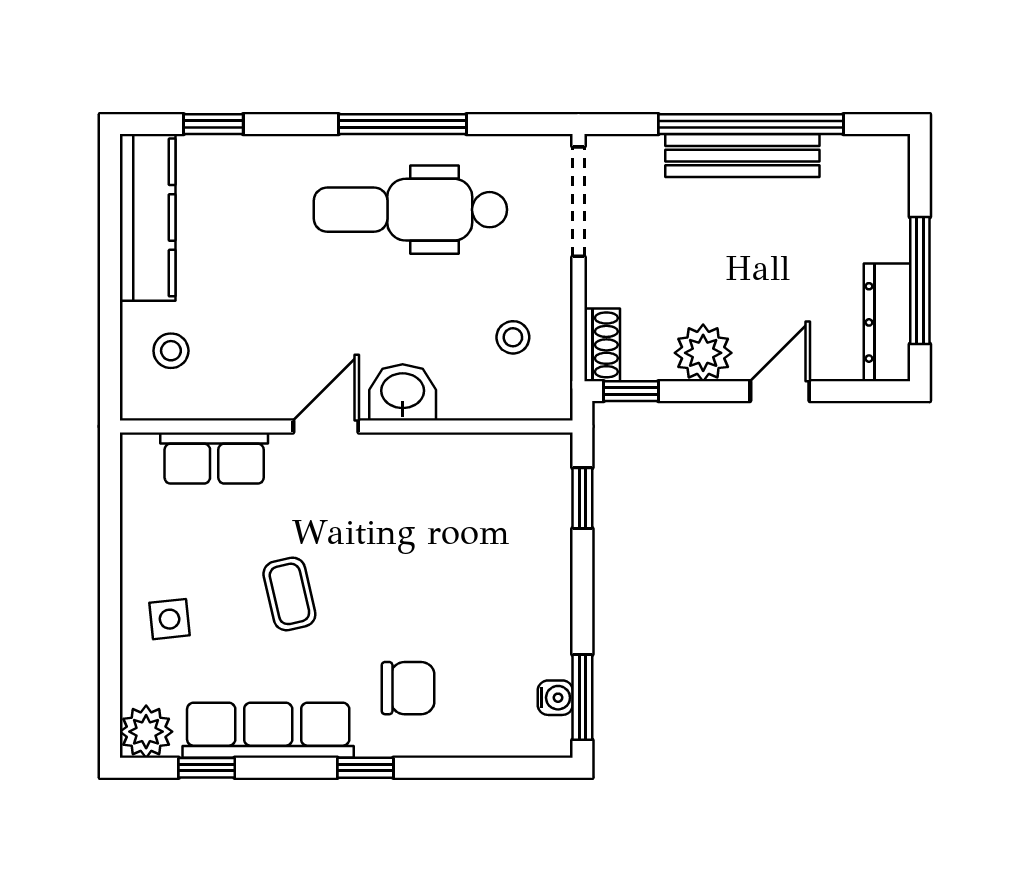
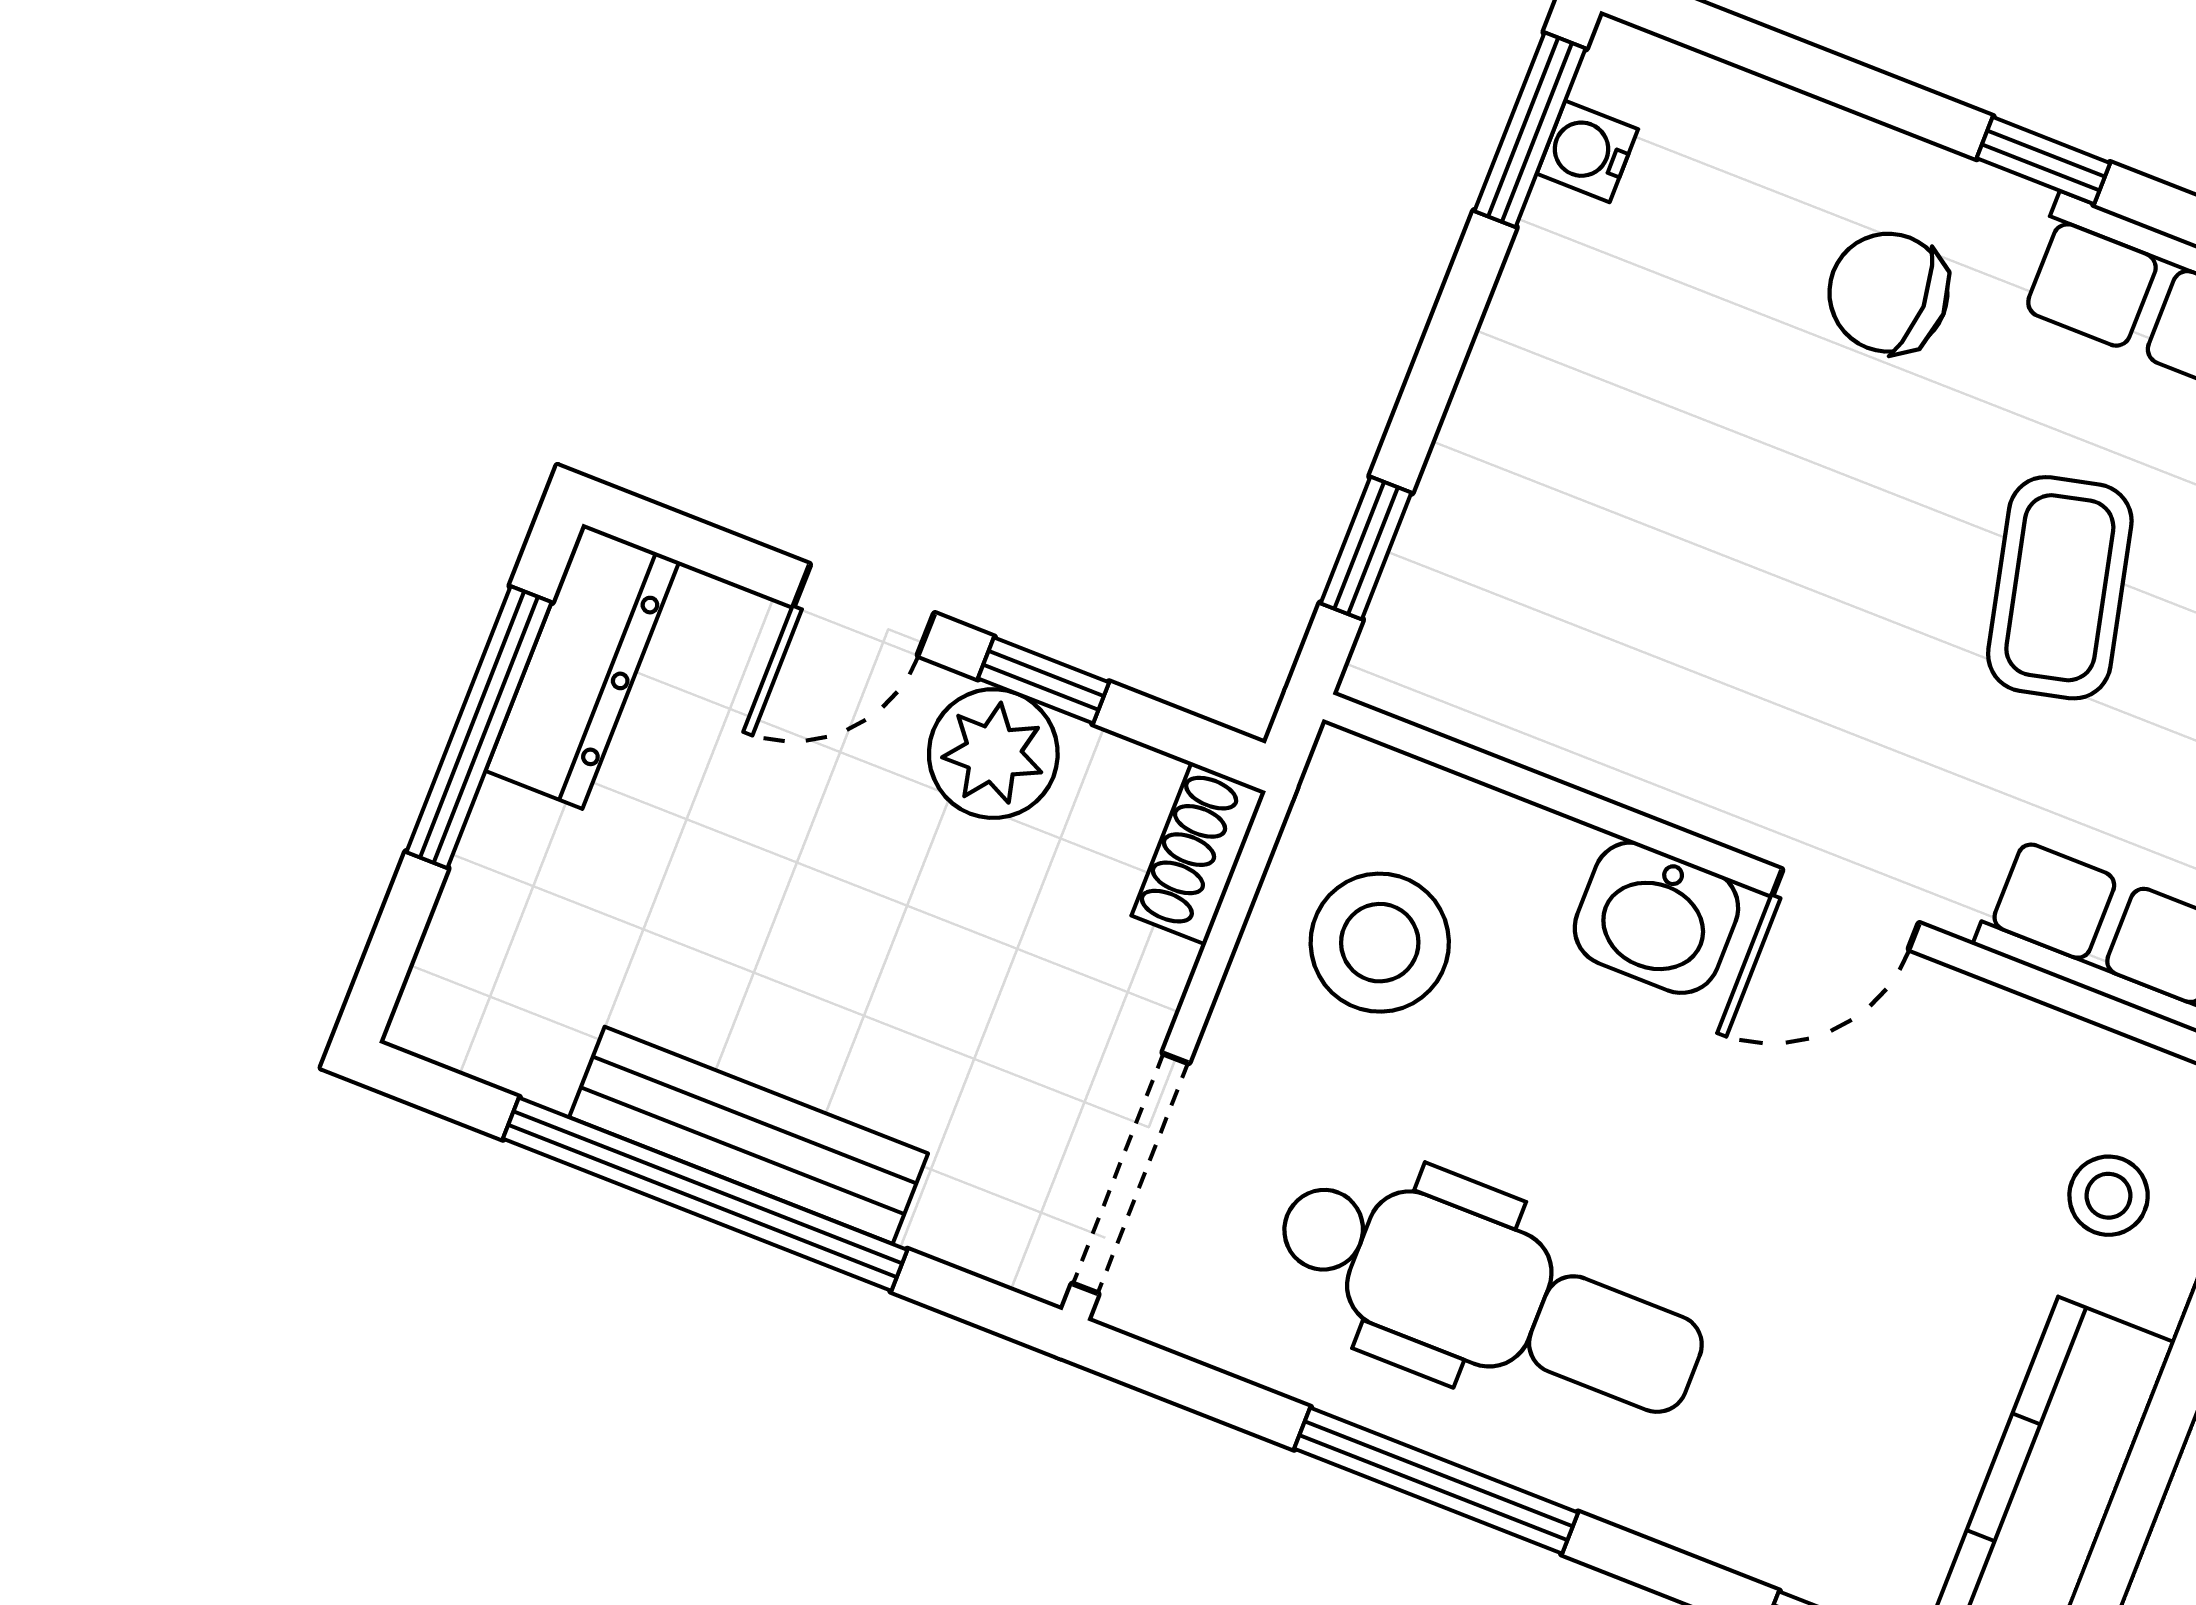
stool: (513, 337) -> (1380, 943), width x1.89, depth x1.89
window: (631, 391) -> (1044, 680), moved
coffee table: (289, 594) -> (2060, 588), width x1.36, depth x1.30

